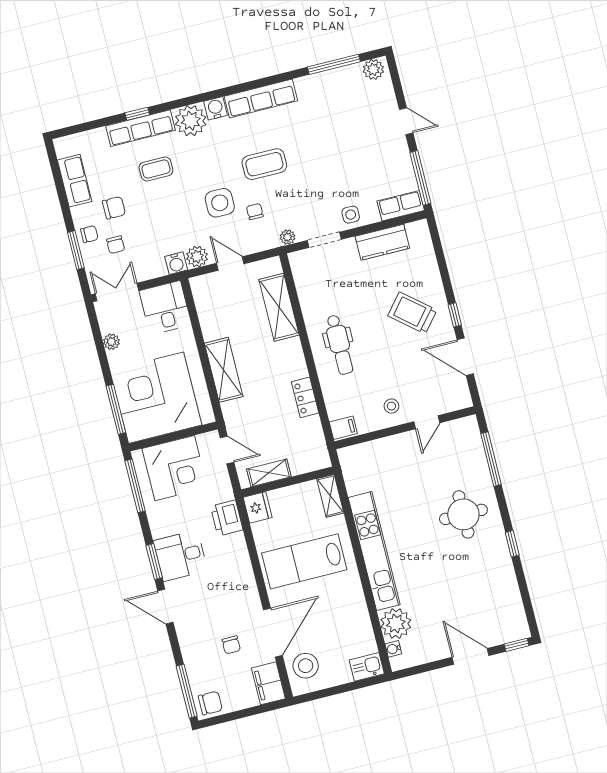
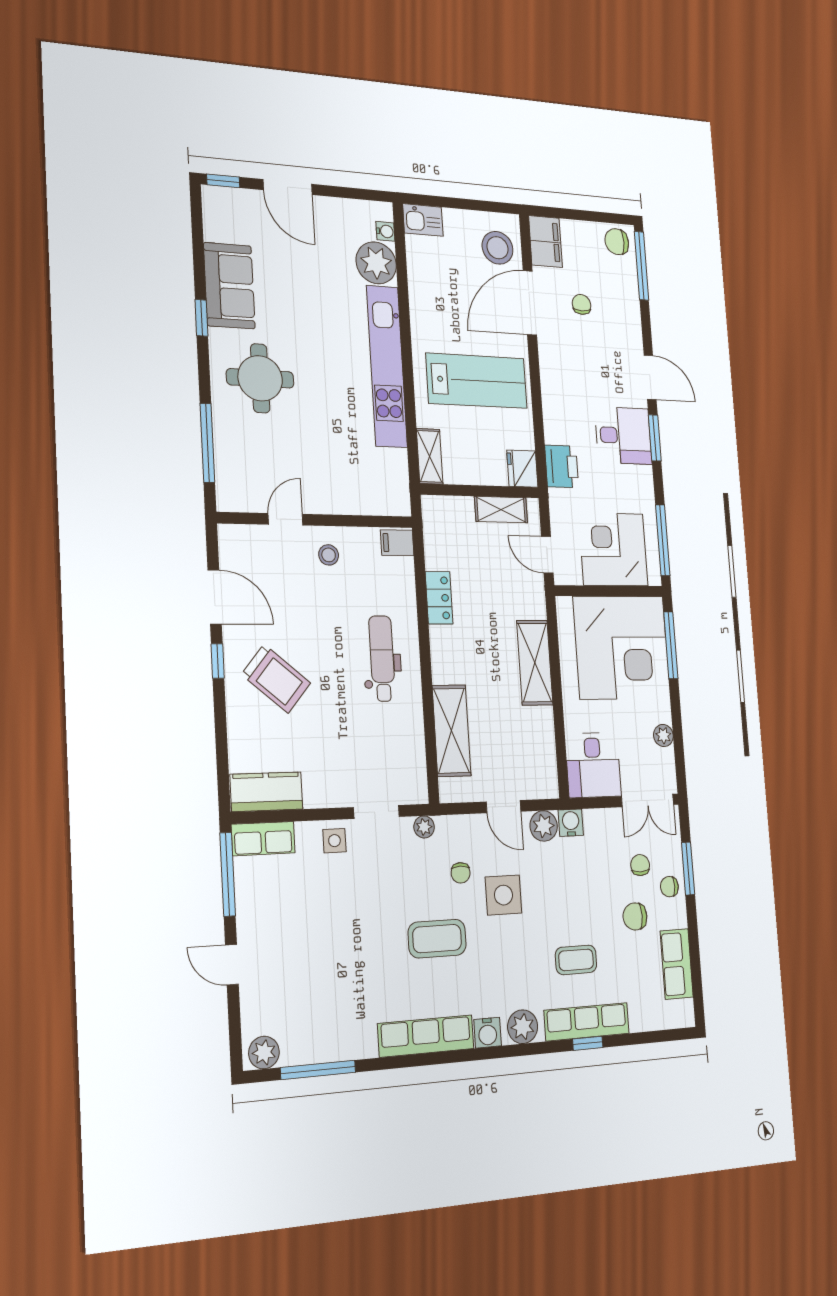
plant: (191, 121) -> (523, 1027), width x0.73, depth x0.73
kitchen counter: (382, 242) -> (266, 792), moved
sofa: (498, 572) -> (229, 286), added

